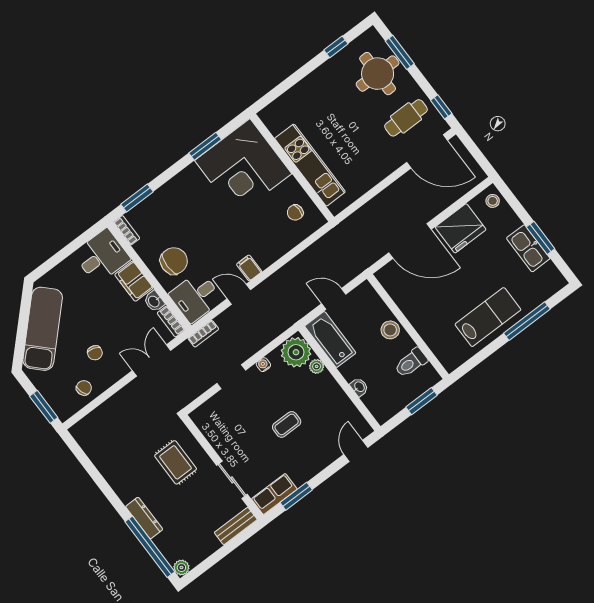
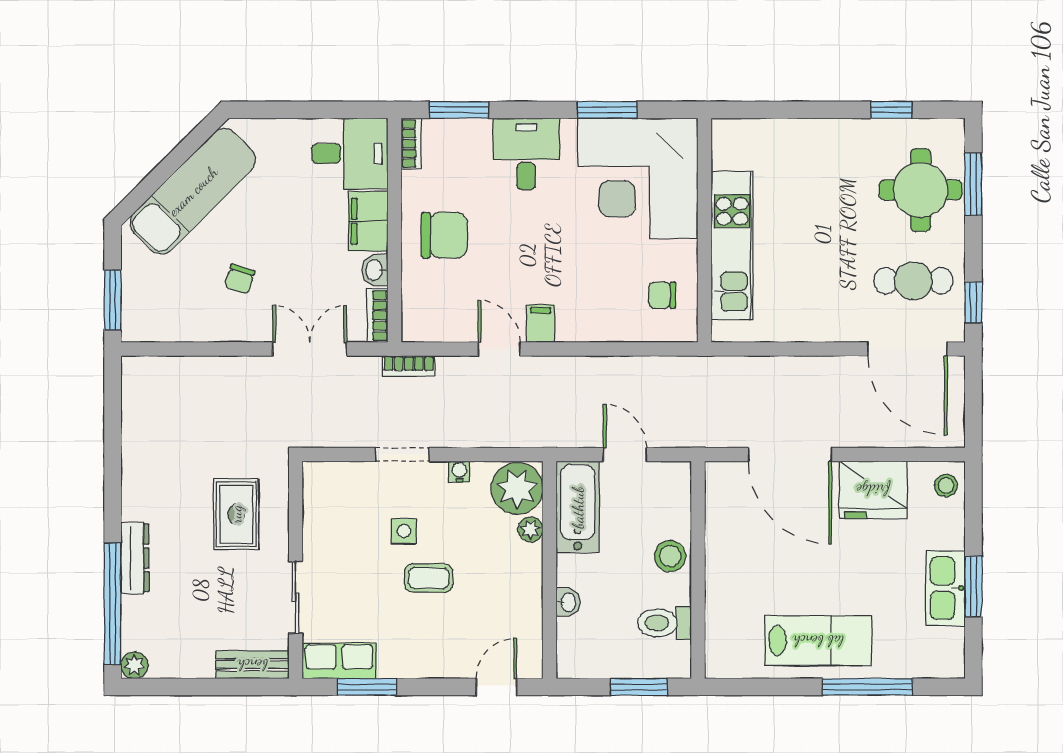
desk: (196, 297) -> (526, 154), moved, turned 90
chair: (84, 388) -> (188, 316), removed
side table: (259, 411) -> (404, 531), added

